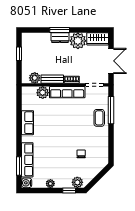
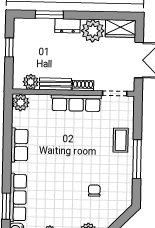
window: (60, 30) -> (49, 15), moved
plant: (43, 93) -> (21, 103), moved
window: (111, 110) -> (137, 159), moved

